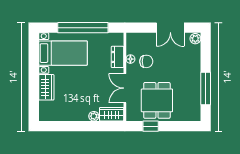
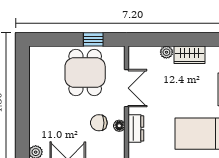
window: (206, 89) -> (22, 88), removed
wardrobe: (112, 114) -> (189, 55), moved

